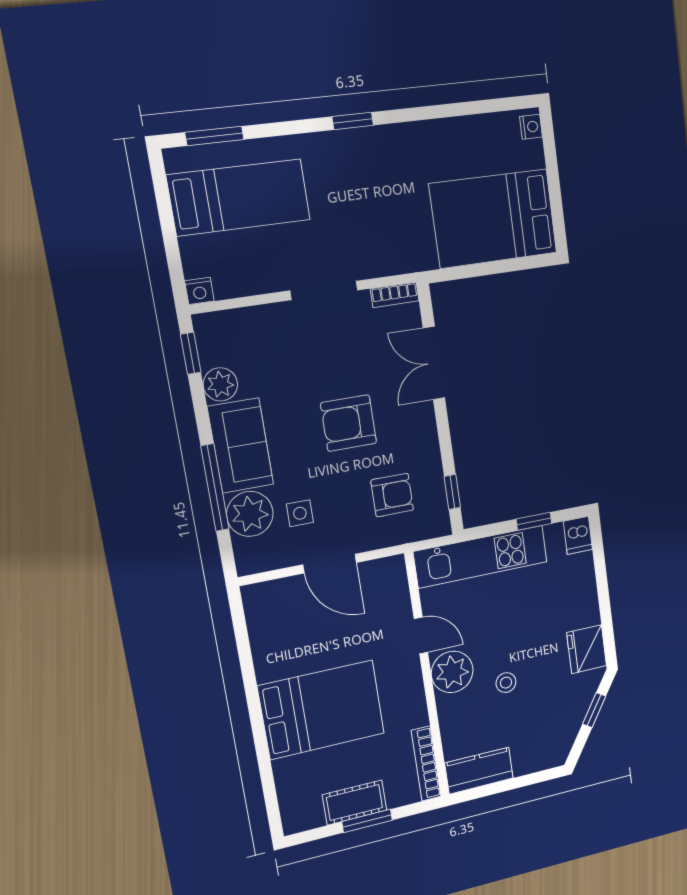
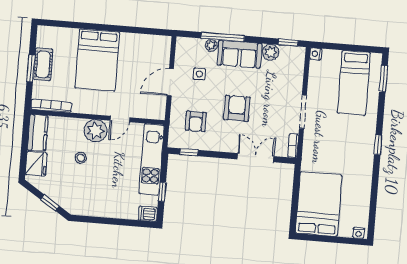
plant: (250, 514) -> (211, 45), width x0.53, depth x0.53
fridge: (587, 649) -> (36, 164), moved, turned 90

